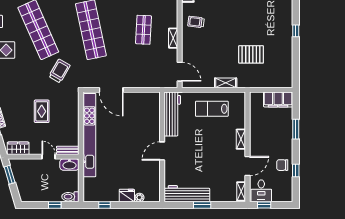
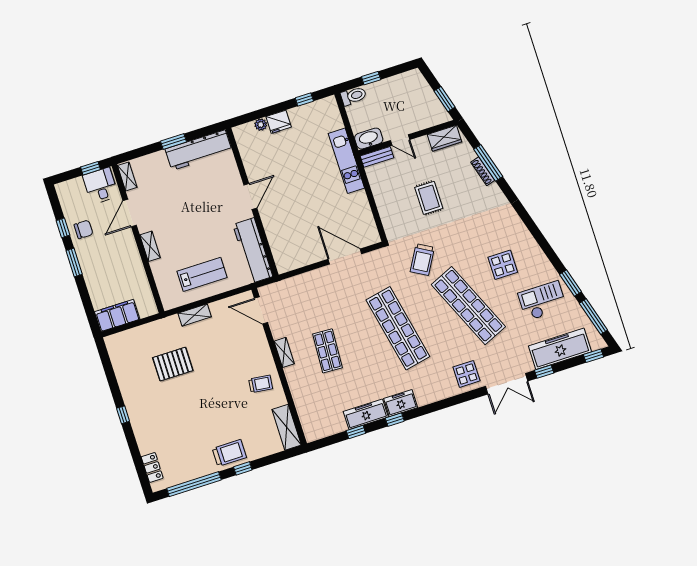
window: (296, 129) -> (74, 262), moved
kitchen unit: (89, 135) -> (346, 161), width x0.54

